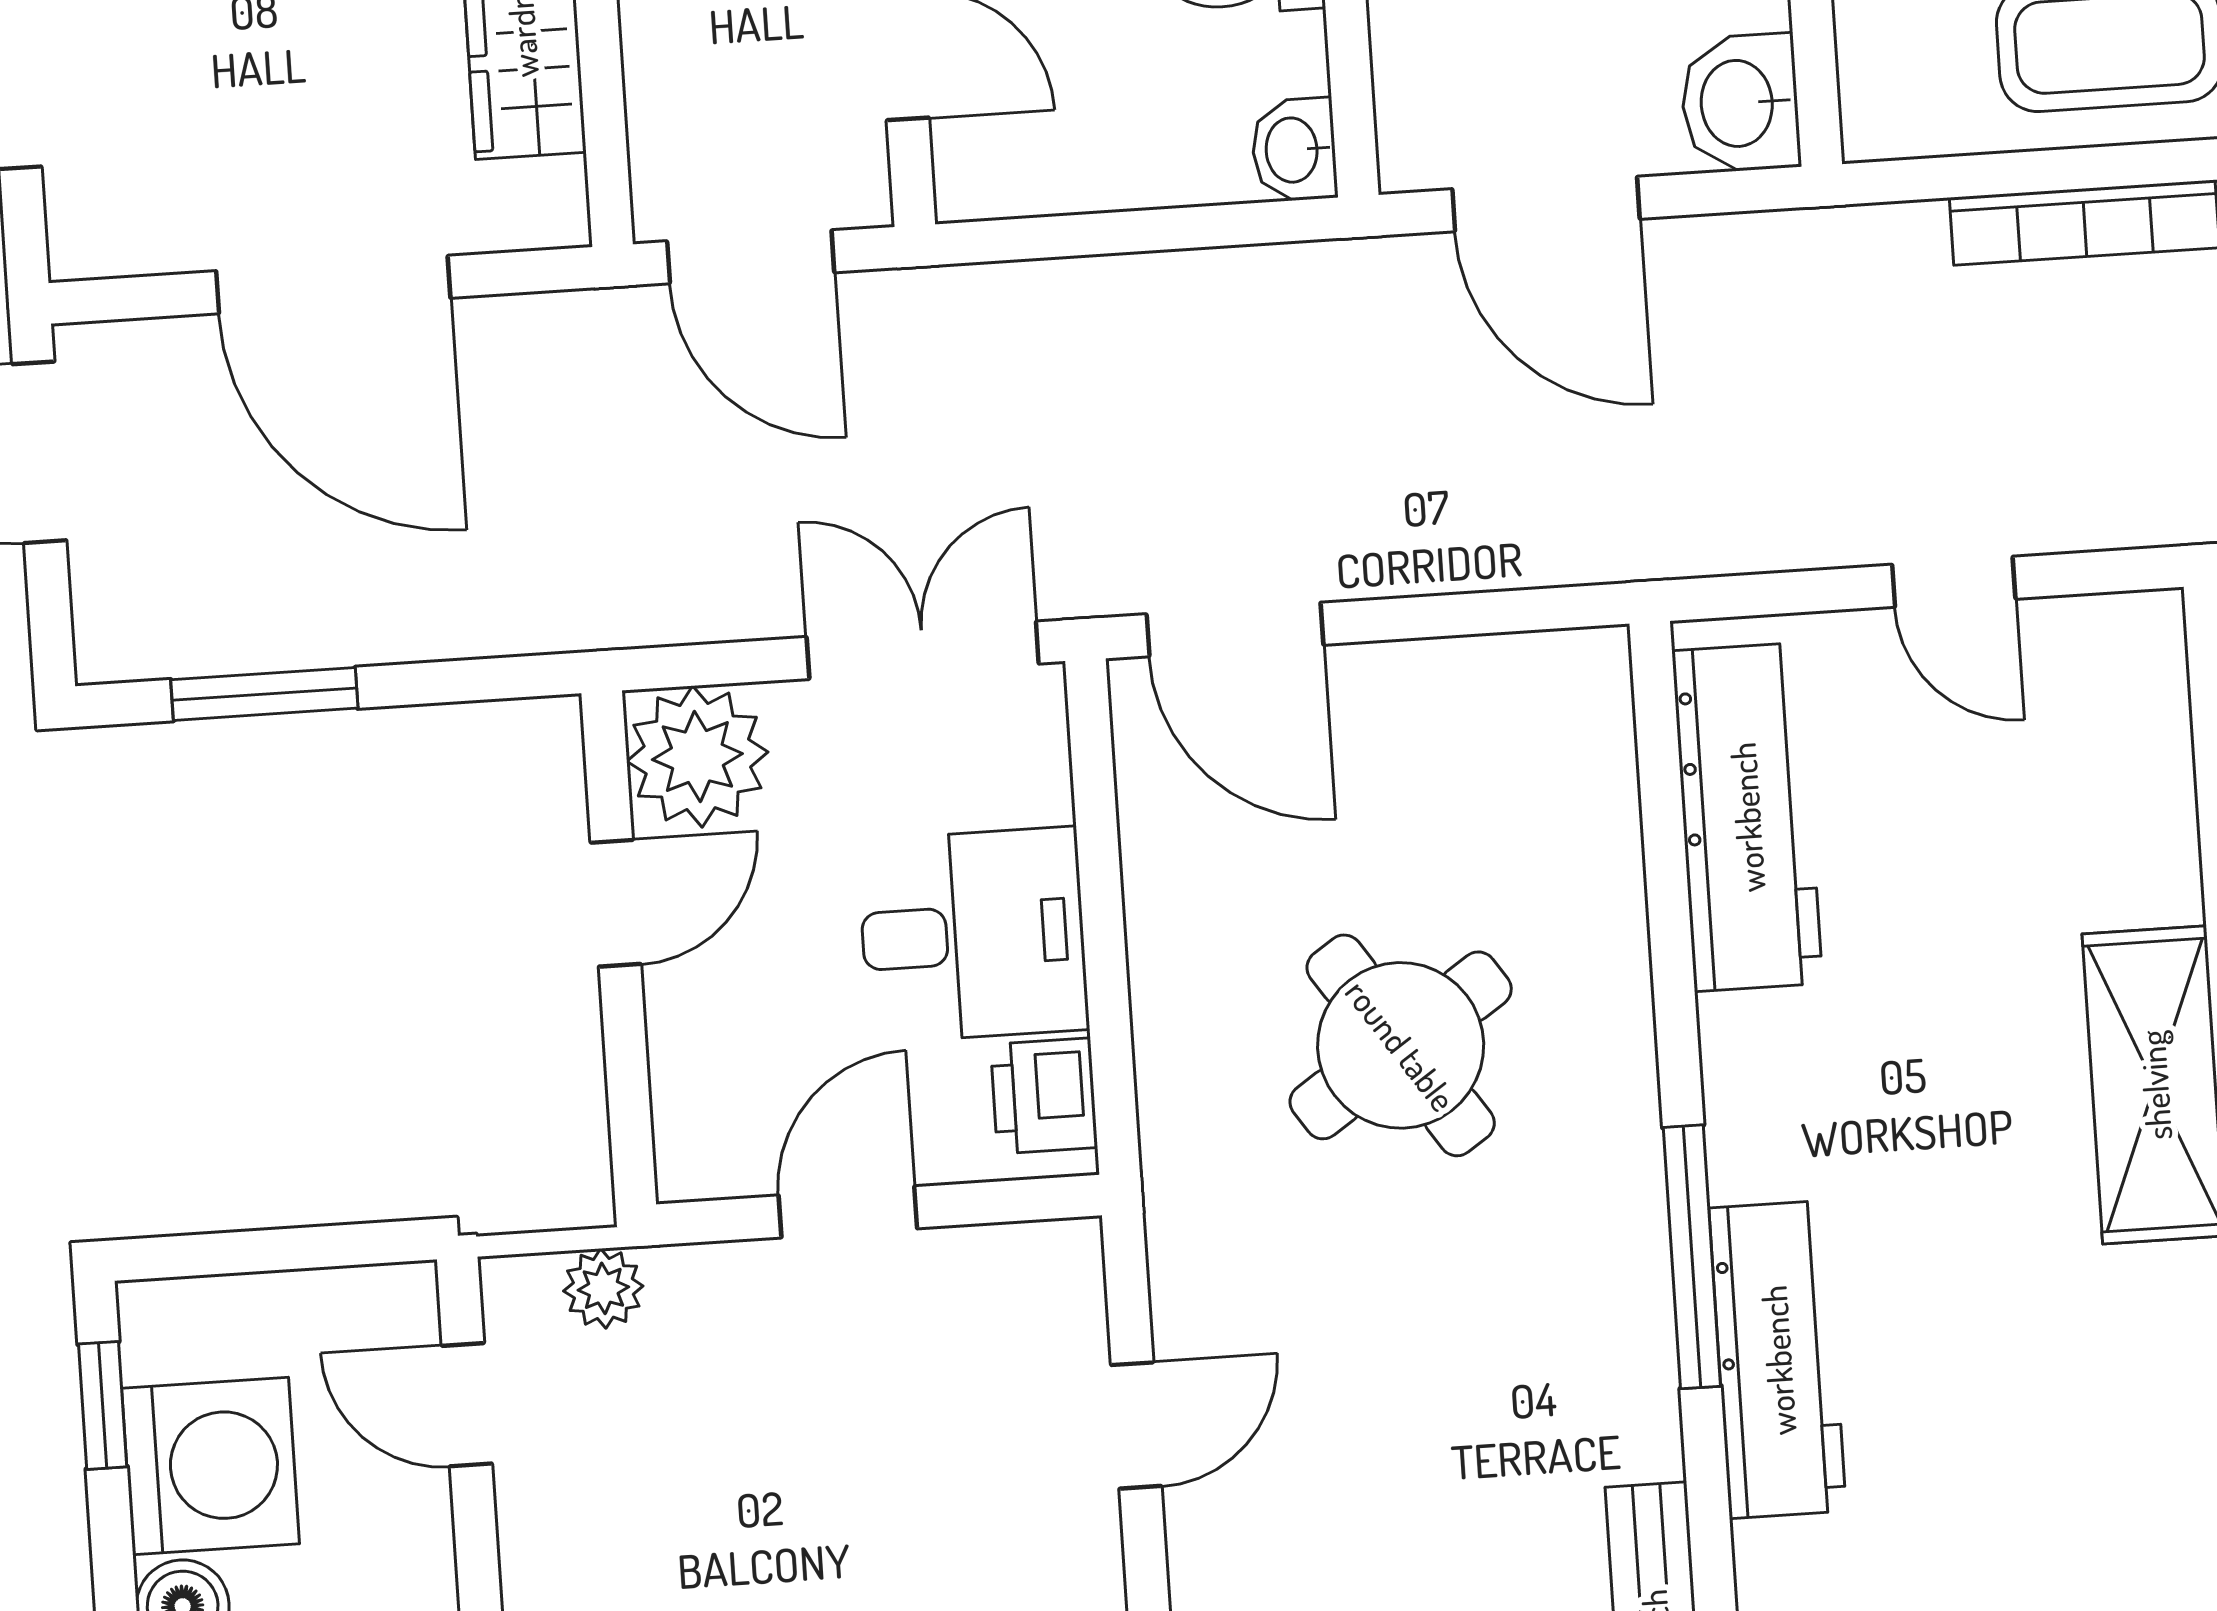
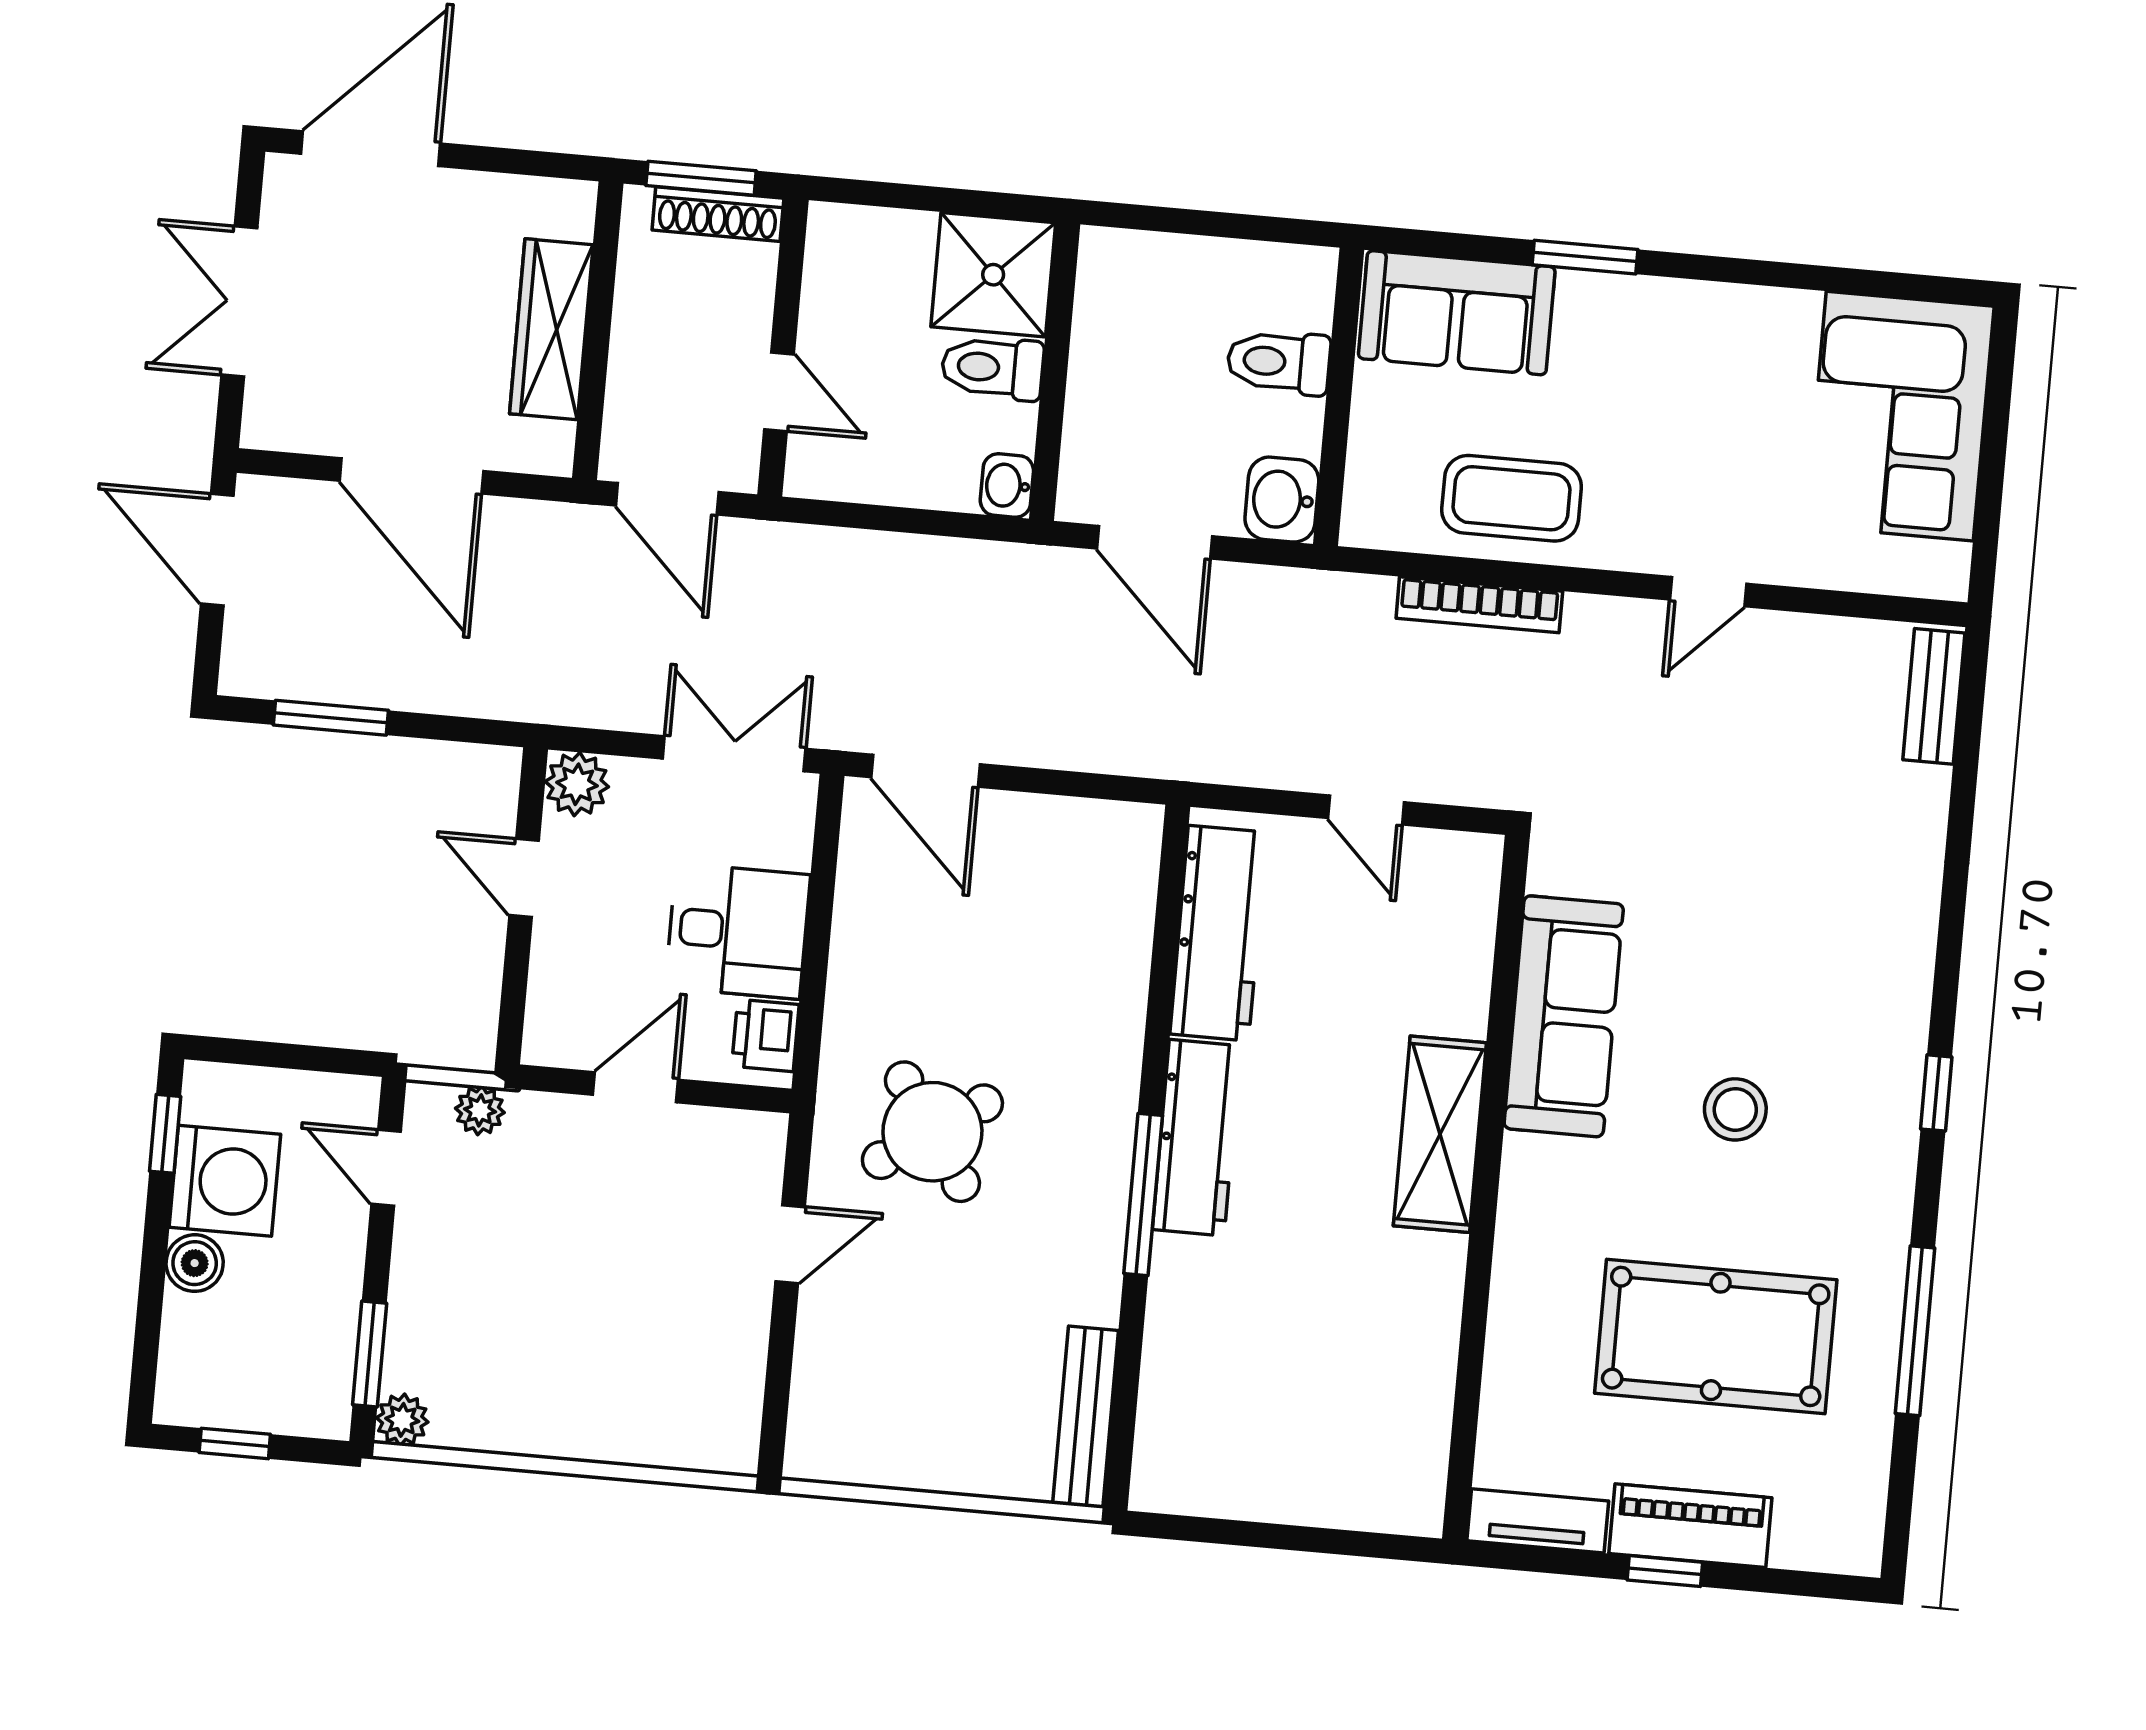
plant: (697, 757) -> (577, 784), width x0.73, depth x0.73
door: (616, 903) -> (524, 878), swing flipped
round table: (1401, 1045) -> (932, 1132), moved
workbench: (1778, 1360) -> (1197, 1138), moved

